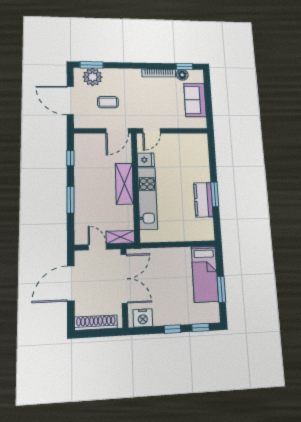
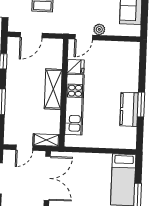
plant: (166, 123) -> (99, 29), added
door: (117, 131) -> (31, 35), moved
door: (97, 247) -> (24, 148), swing flipped

